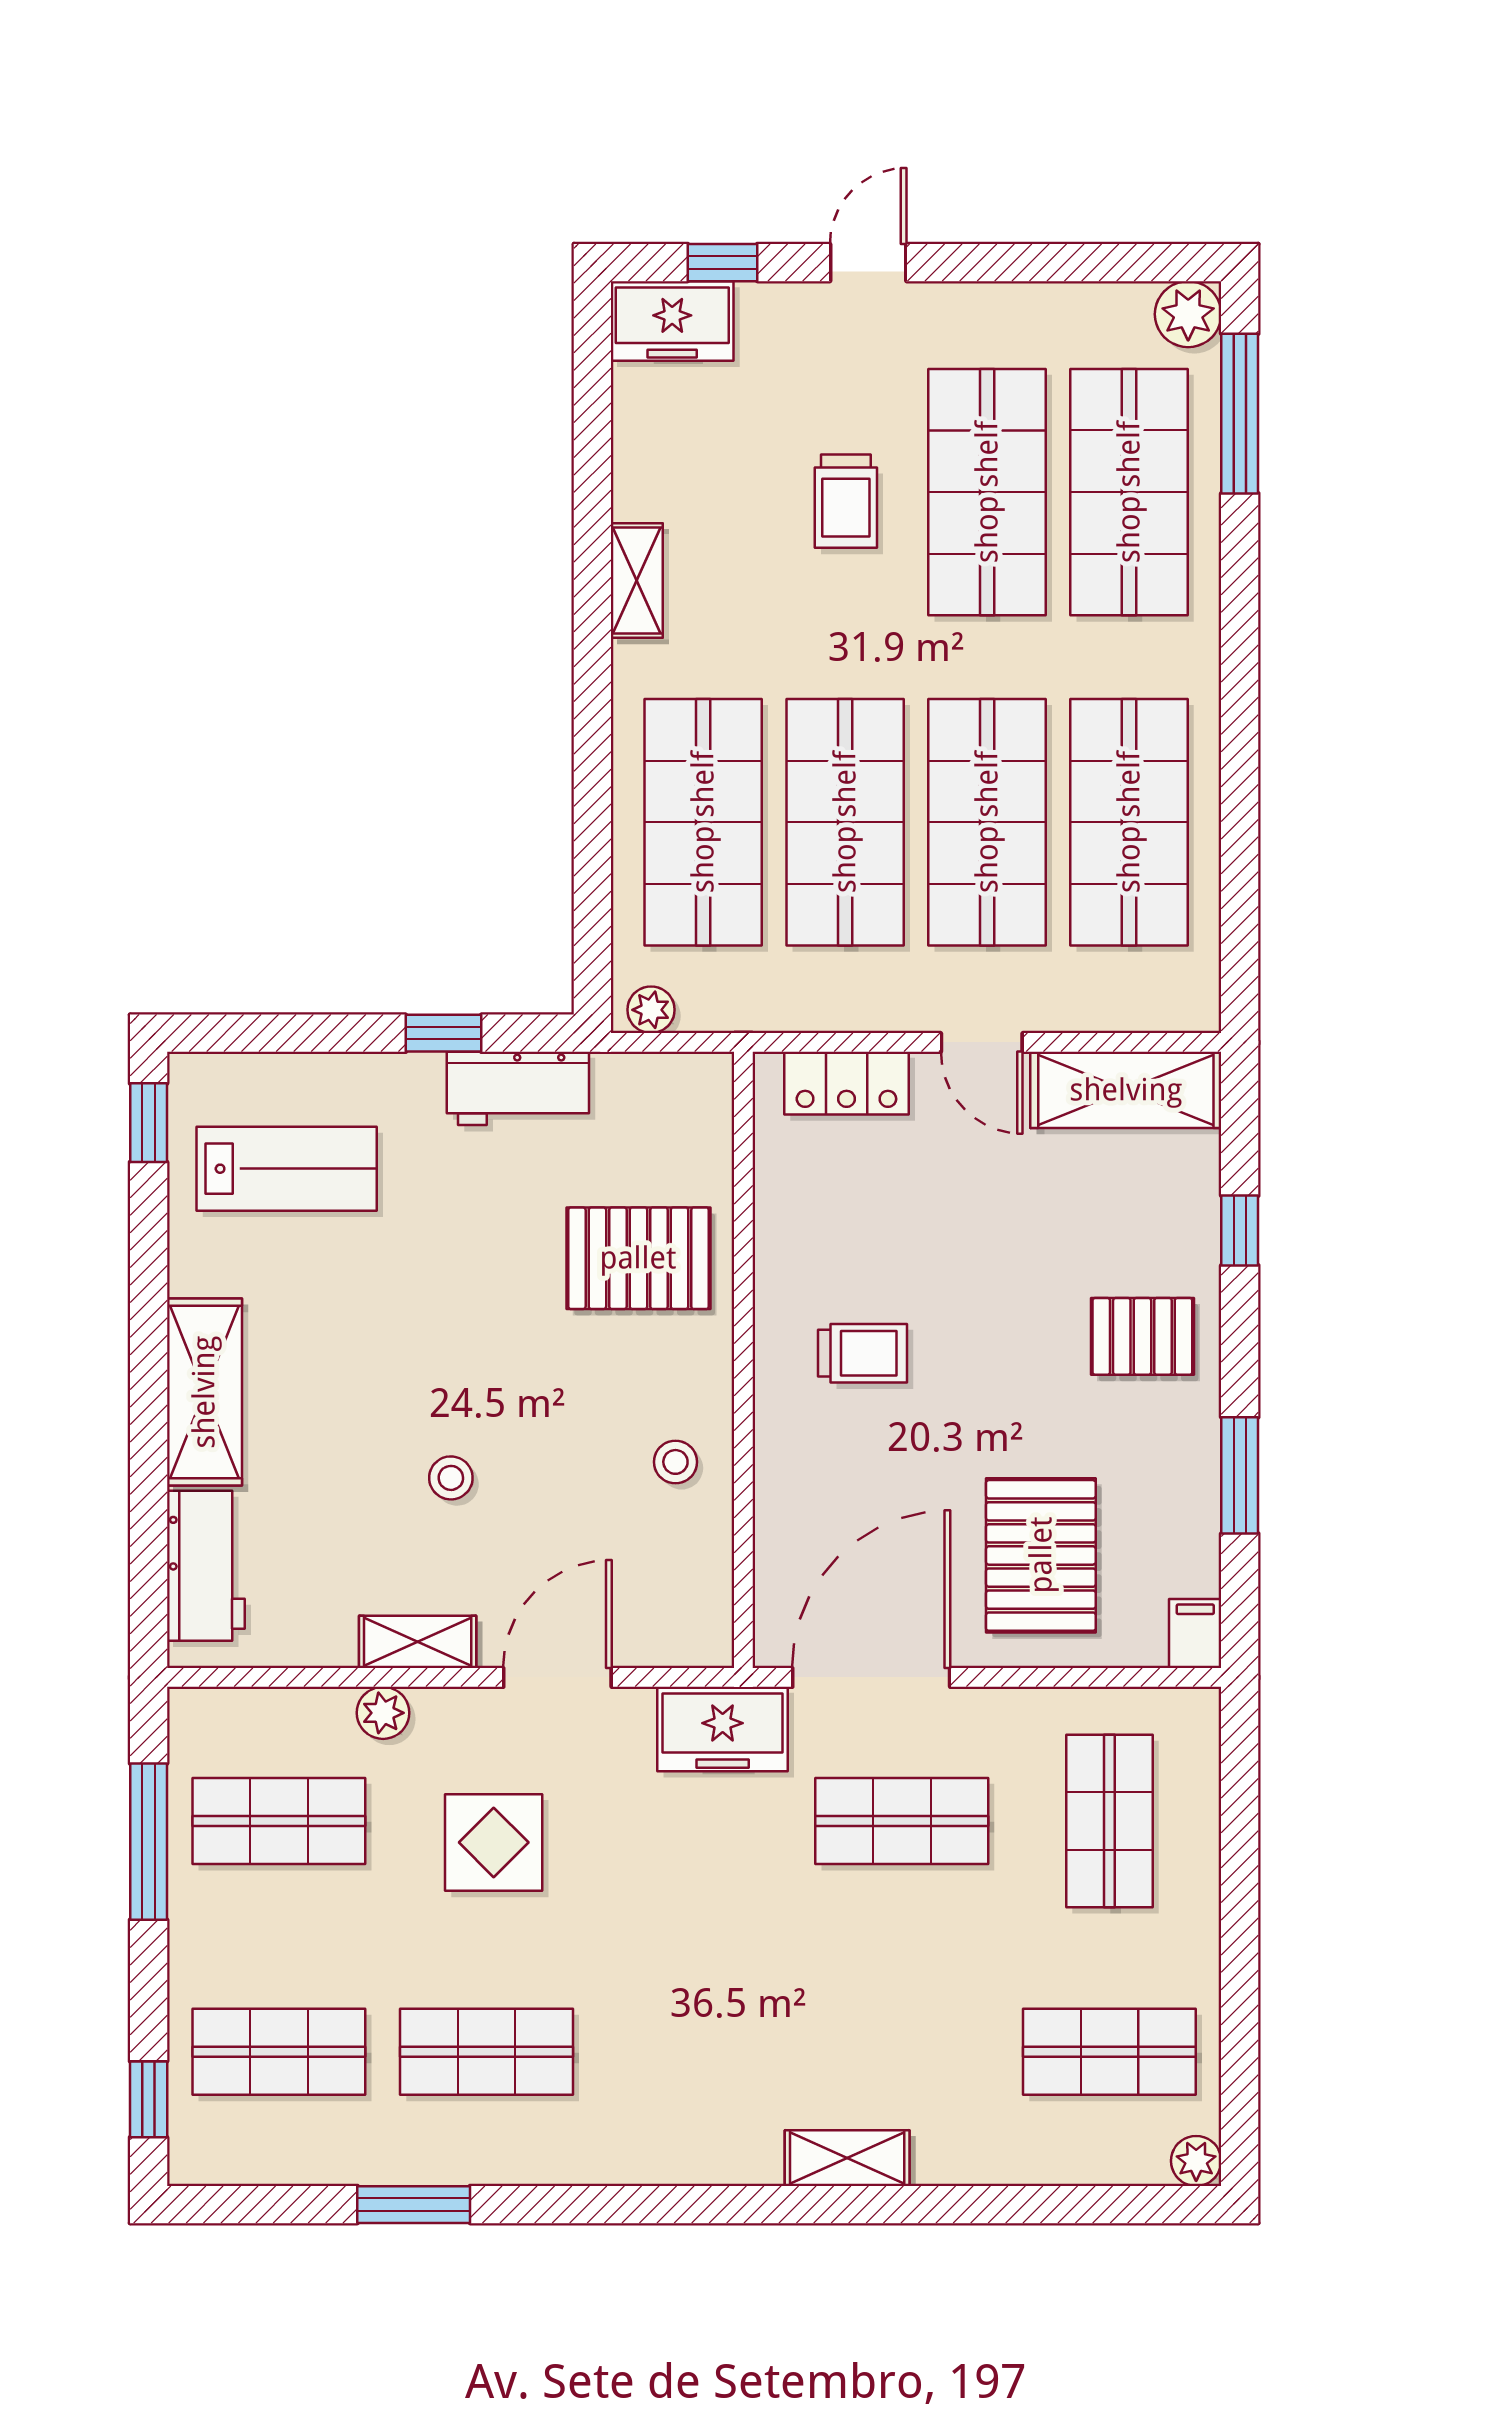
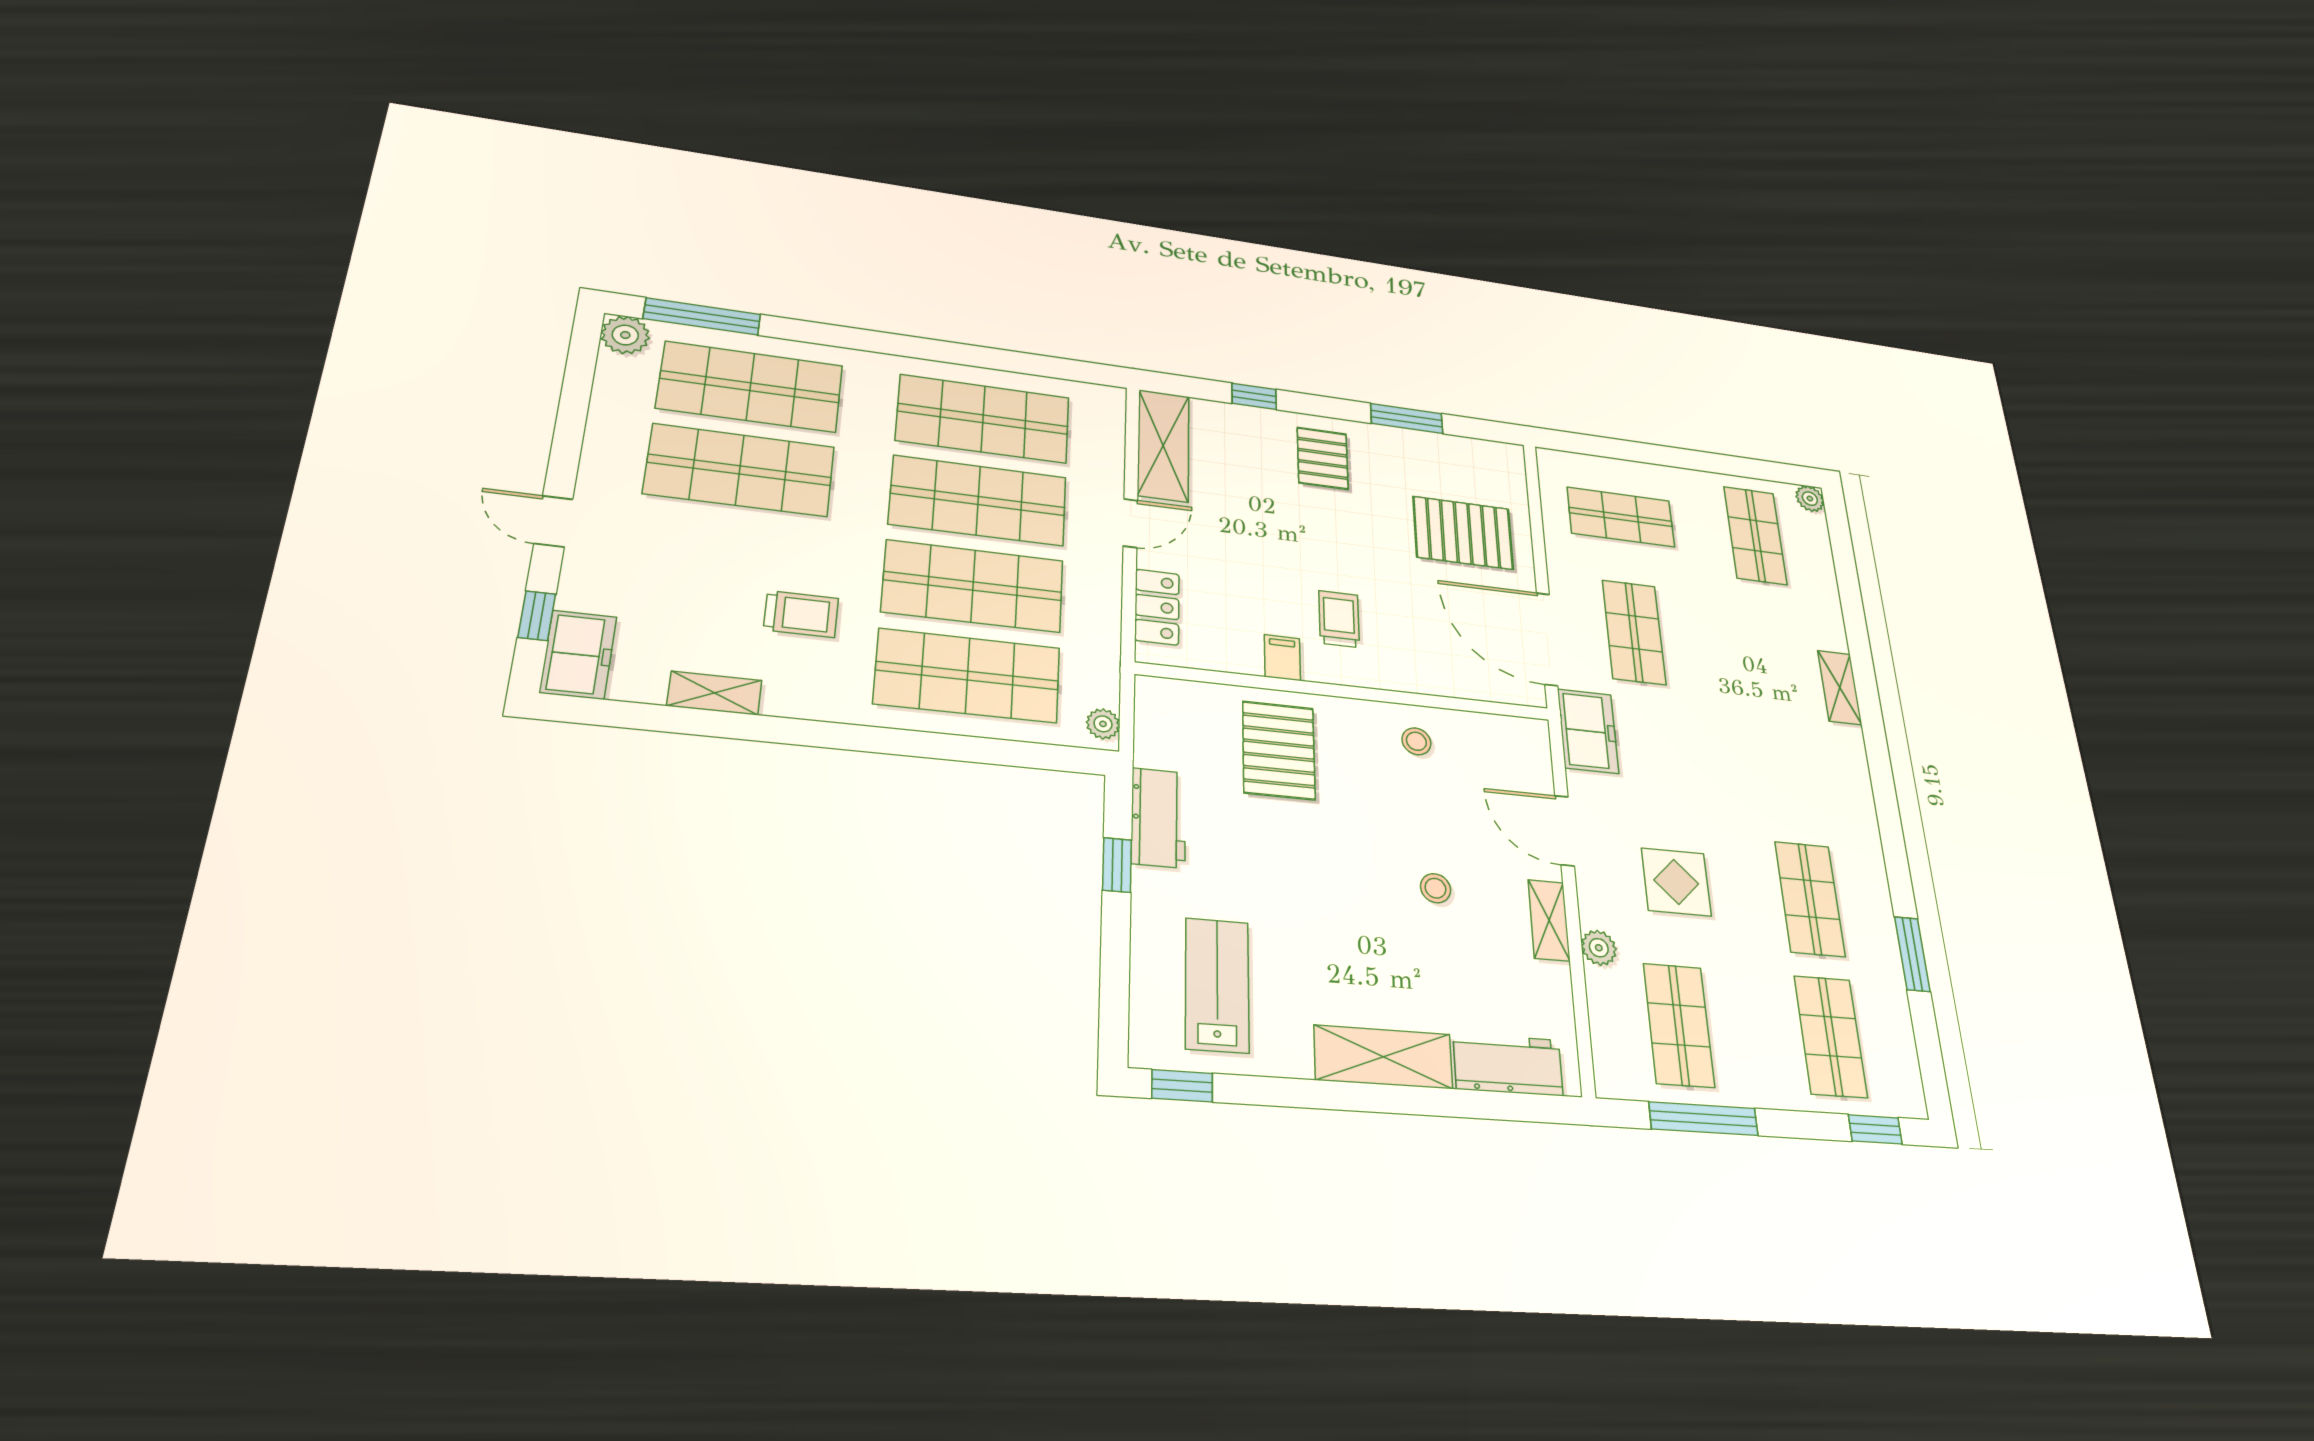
trolley: (846, 501) -> (801, 614), moved
shelving: (637, 580) -> (714, 693), moved
filing cabinet: (1195, 1634) -> (1282, 658), moved, turned 90

